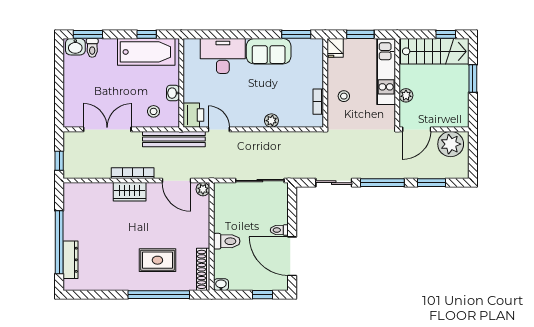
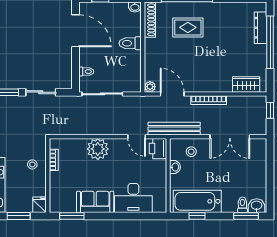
plant: (271, 121) -> (98, 149), width x1.88, depth x1.88
wardrobe: (130, 192) -> (246, 85), moved
toilet: (279, 230) -> (86, 72), moved

